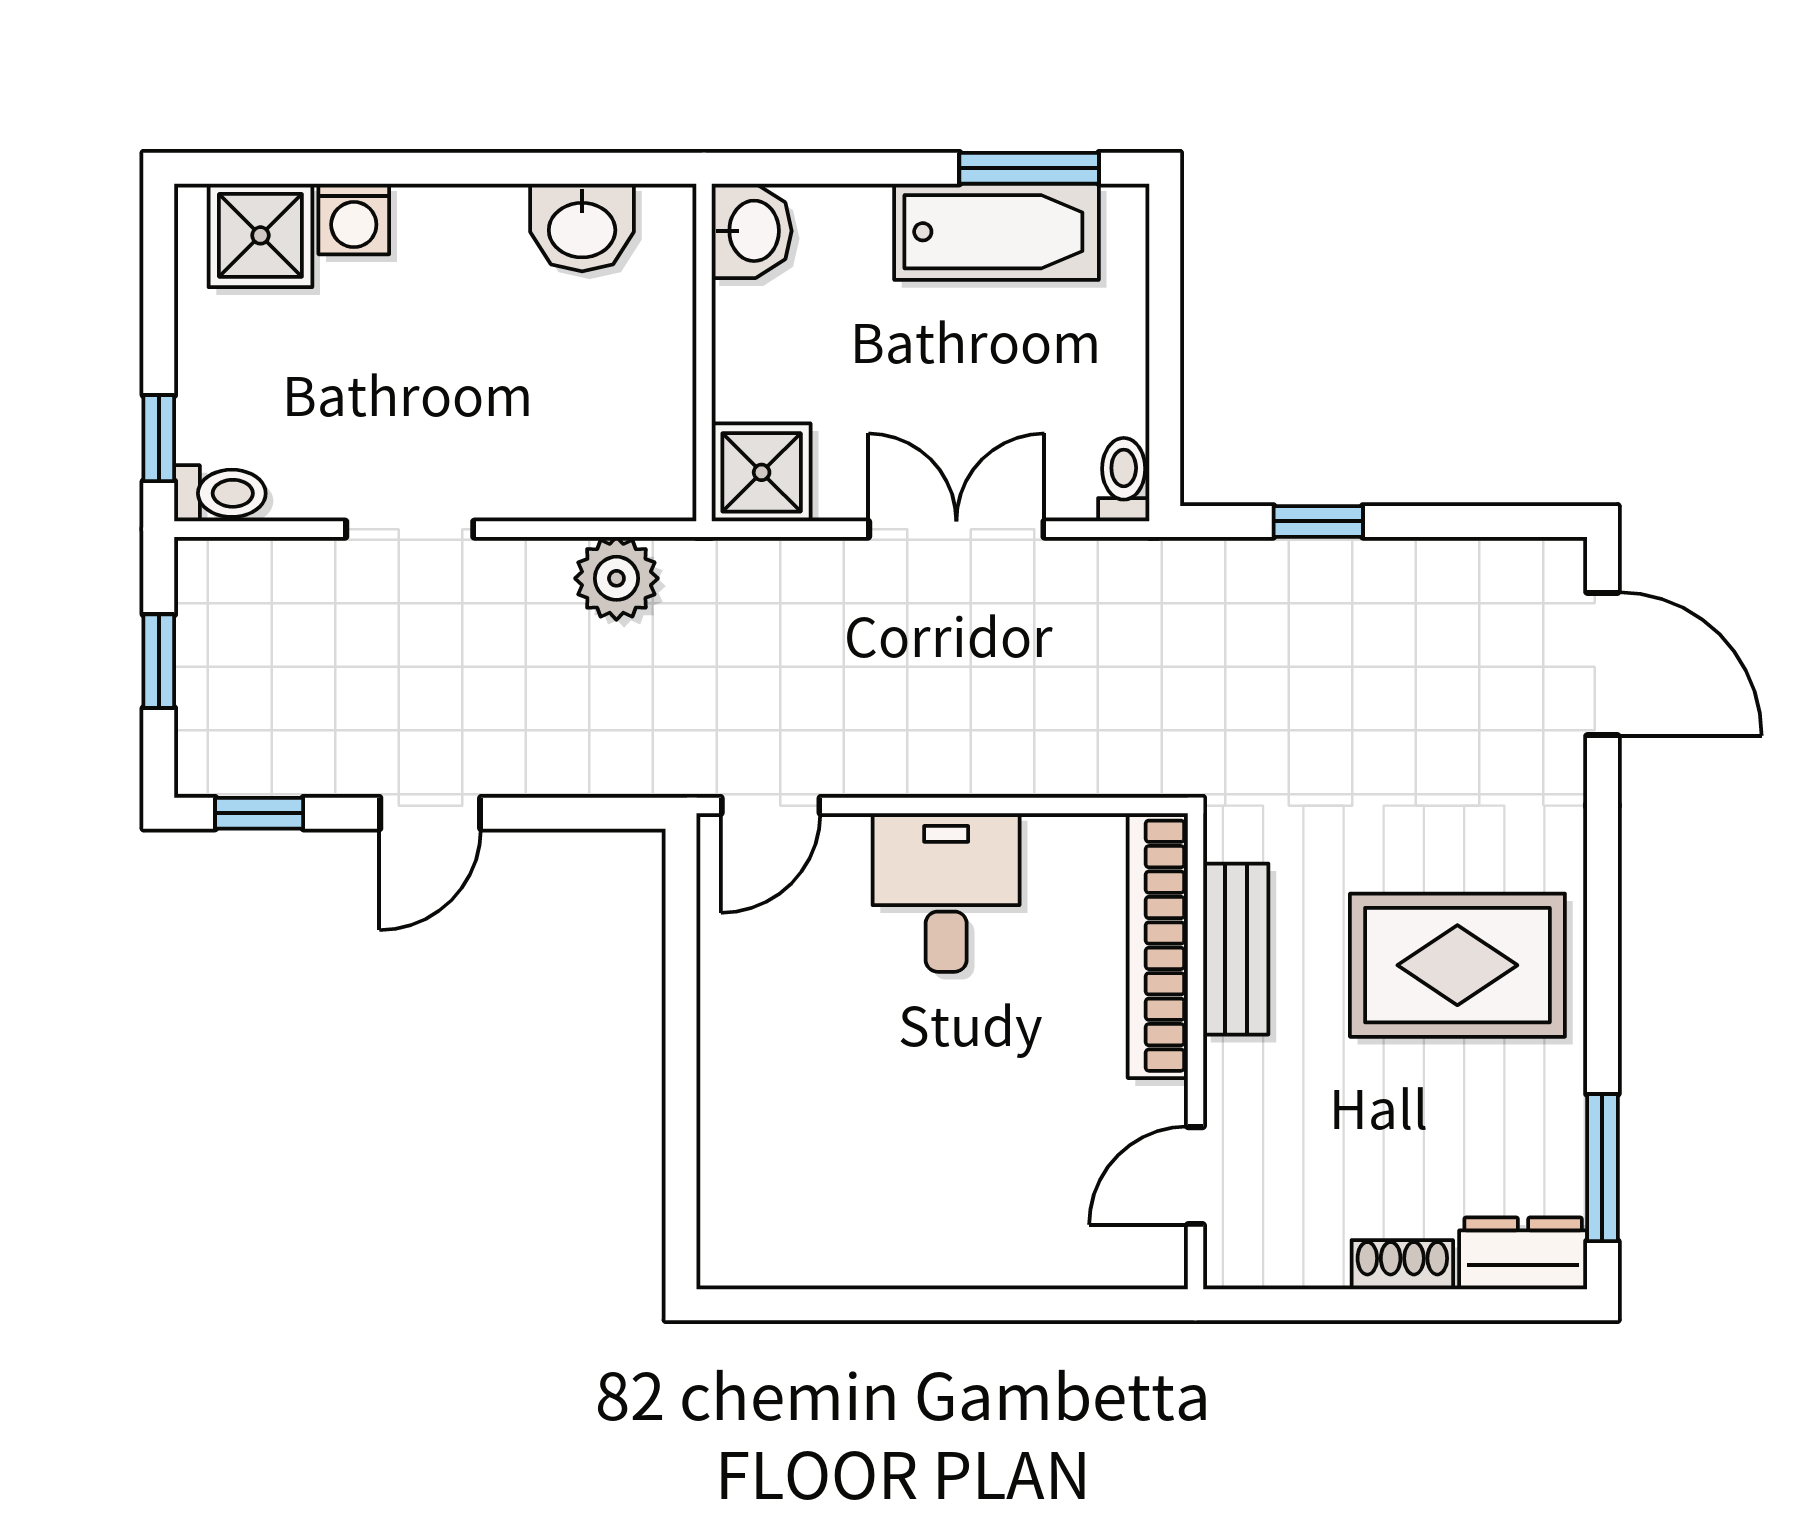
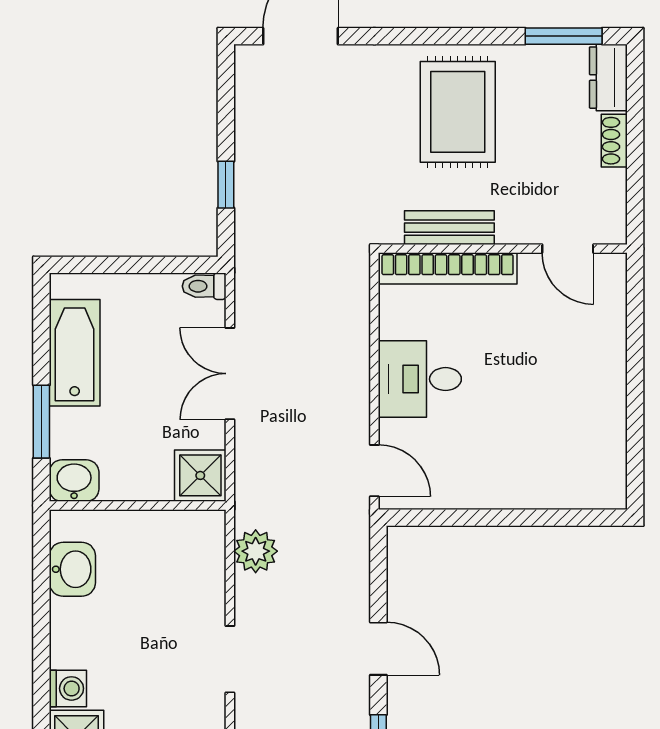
window: (1029, 168) -> (41, 422), moved

